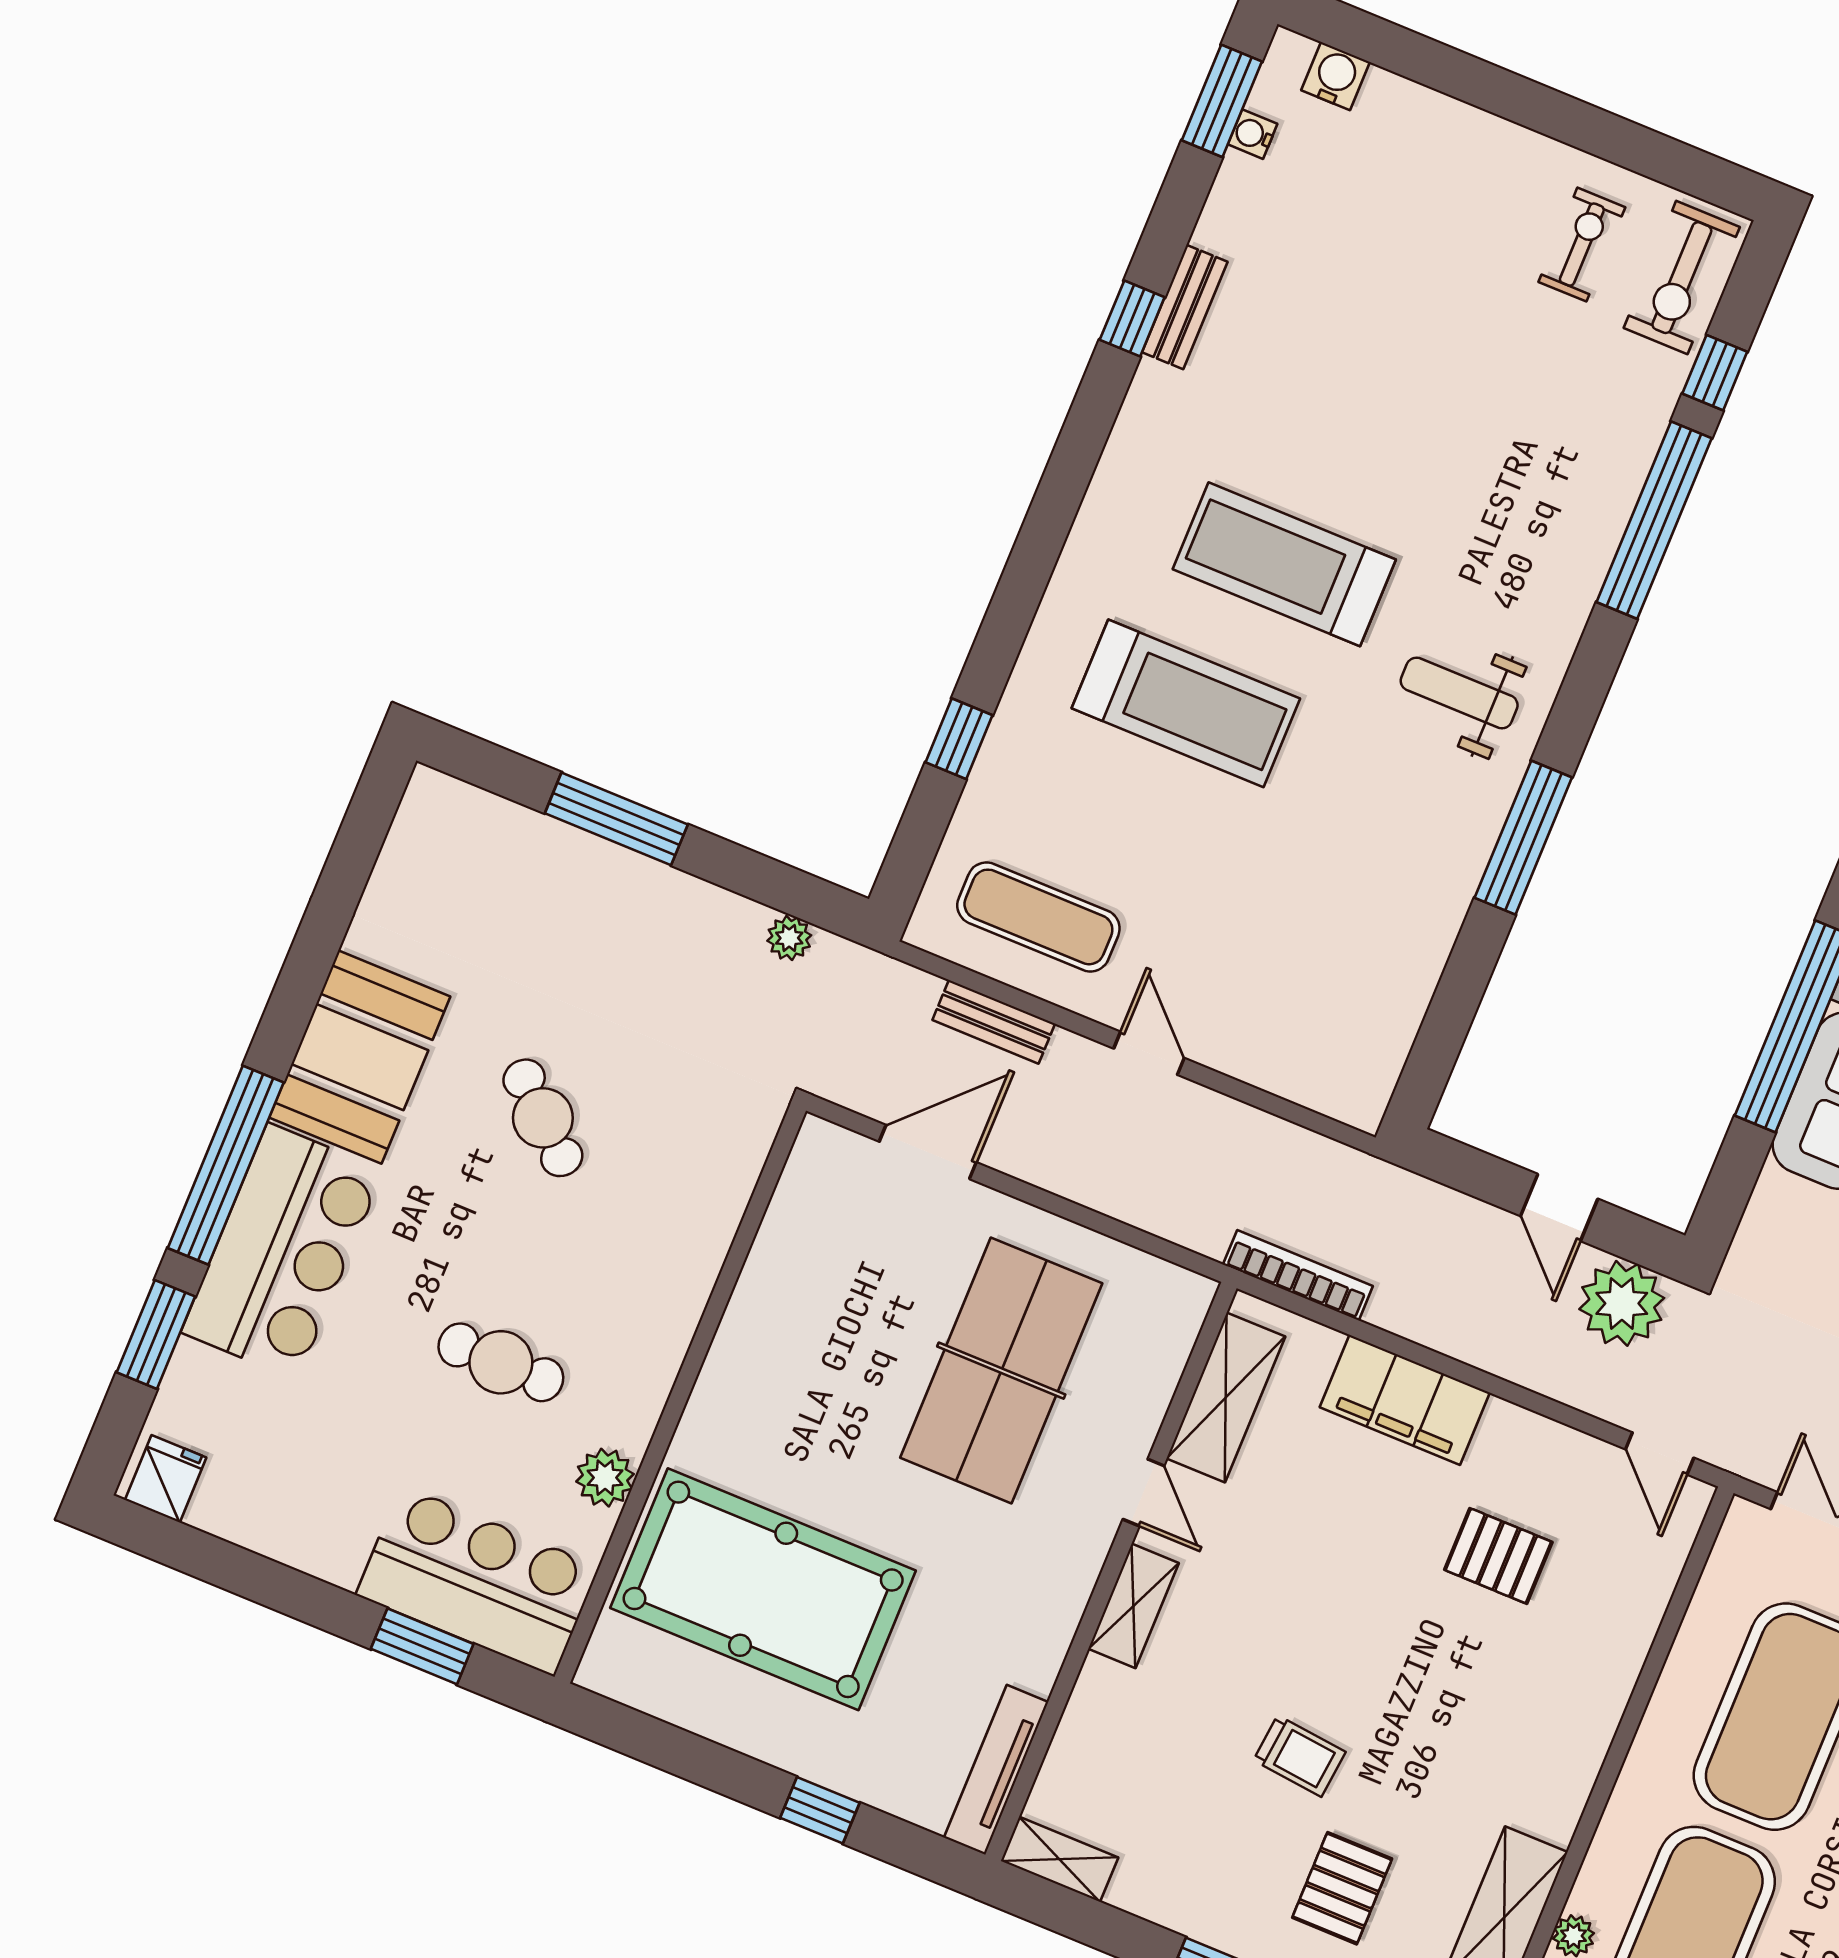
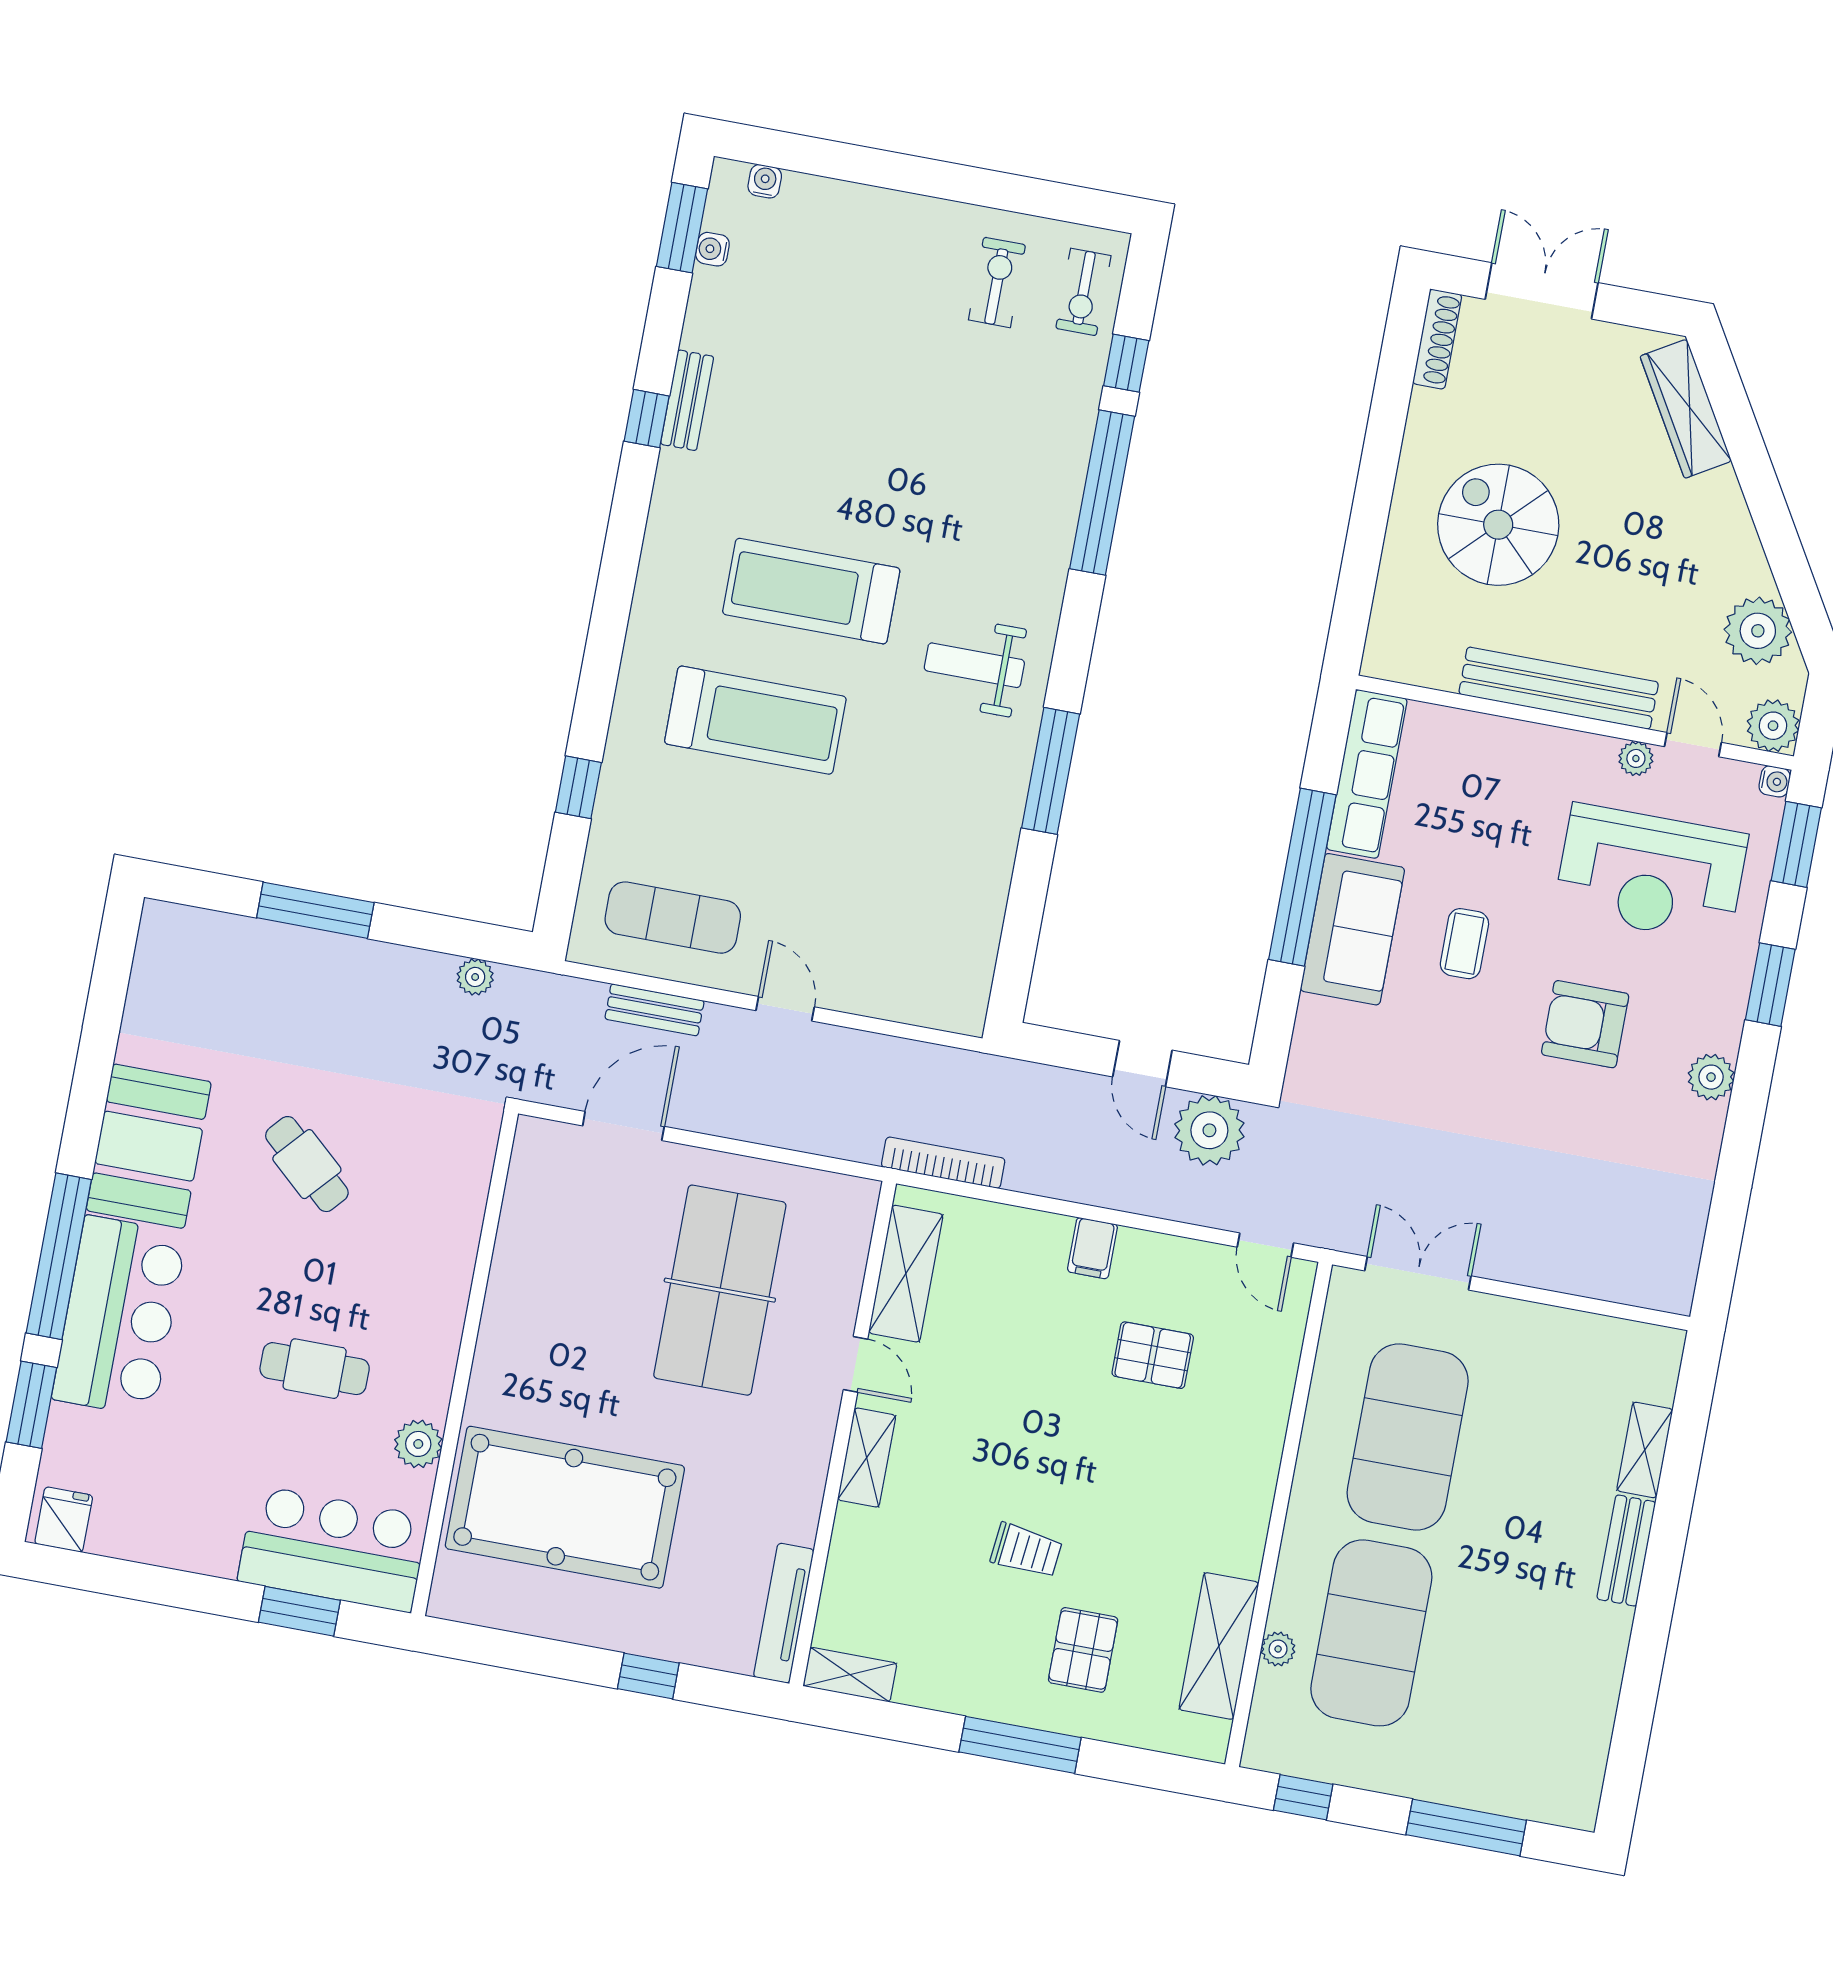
water cooler: (1336, 76) -> (765, 181), width x0.72, depth x0.72
exercise bike: (1682, 278) -> (1083, 292), width x0.73, depth x0.72
filing cabinet: (1405, 1400) -> (1092, 1248), width x0.33, depth x0.86

